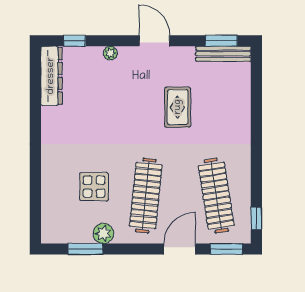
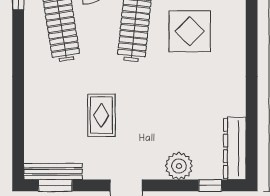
plant: (110, 53) -> (179, 166), width x1.88, depth x1.88
display table: (94, 187) -> (190, 31), width x1.36, depth x1.36

